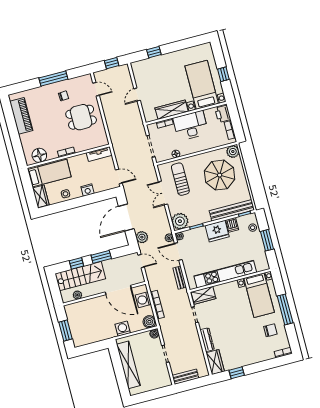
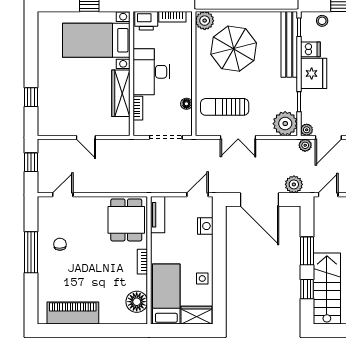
dining table: (81, 117) -> (126, 220), moved
nightstand: (87, 190) -> (205, 226), moved

